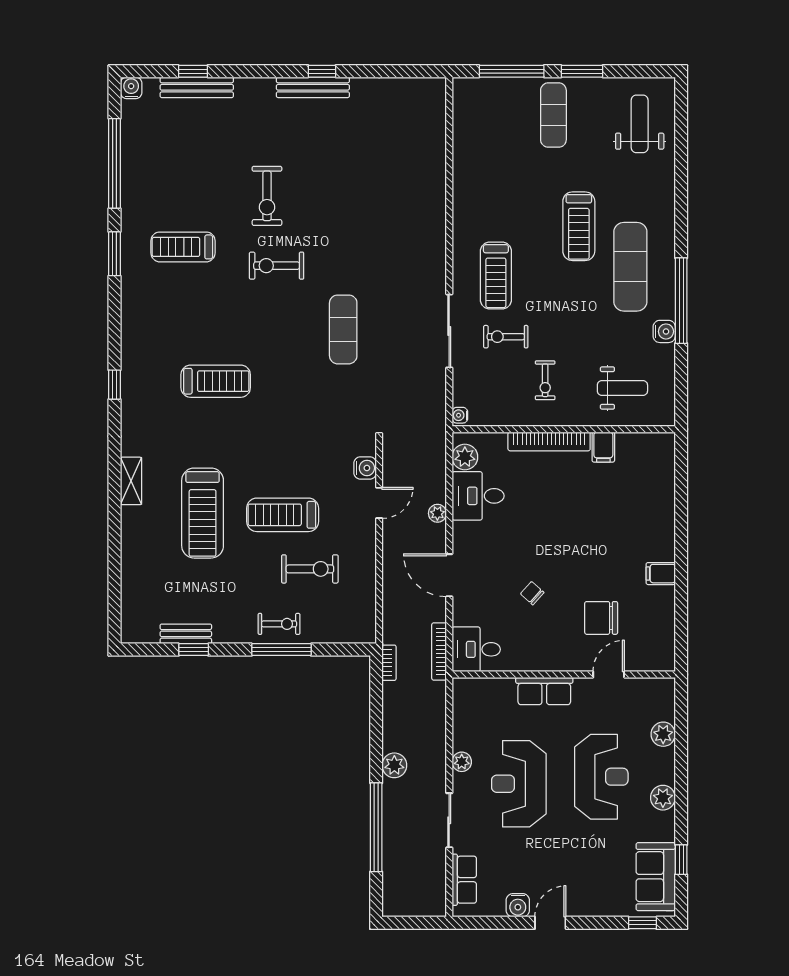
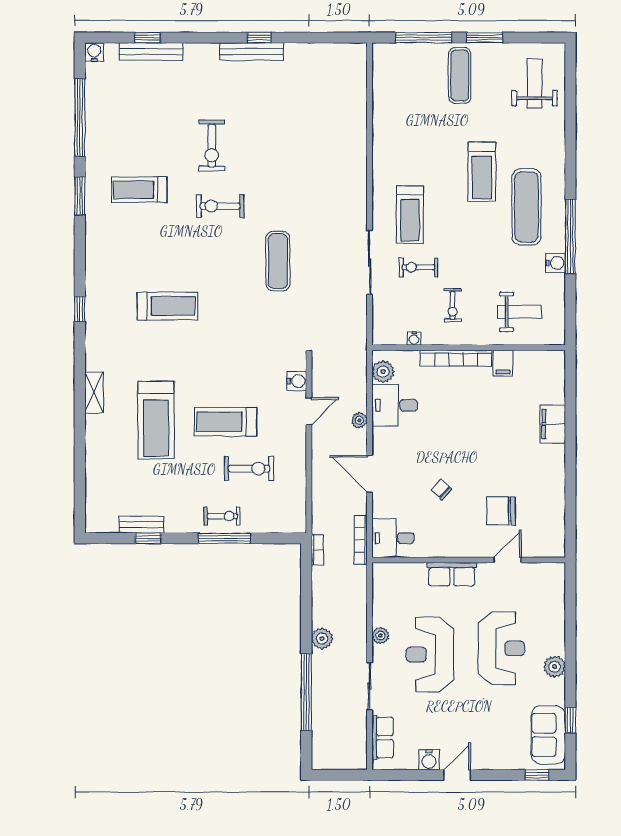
water cooler: (460, 415) -> (414, 338), moved, turned -90
filing cabinet: (661, 574) -> (553, 424), moved, width x2.00
plant: (663, 734) -> (555, 612), removed

